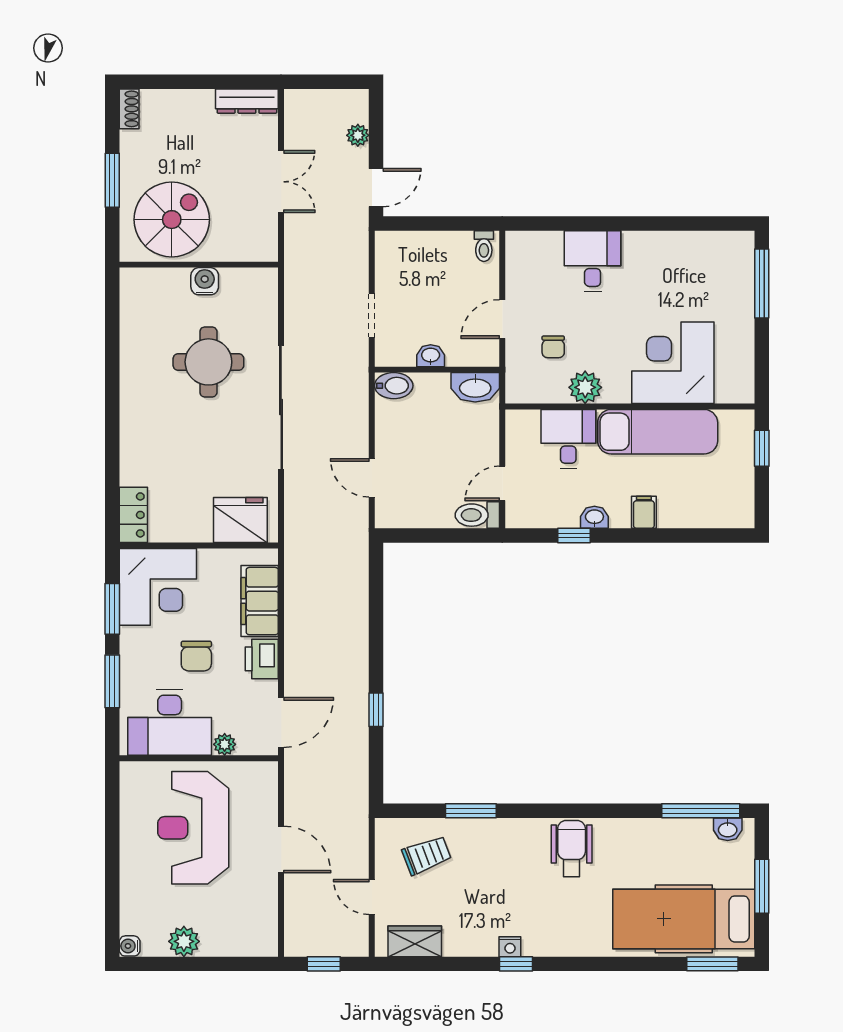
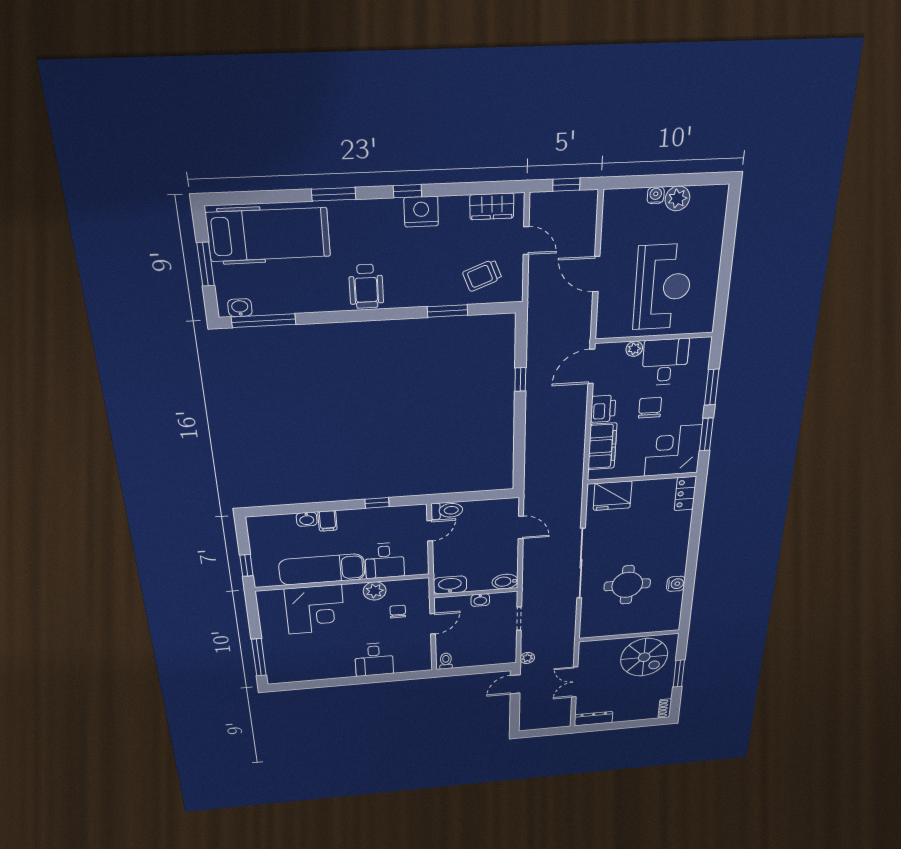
plant: (358, 135) -> (527, 658), moved
spiral stairs: (172, 220) -> (644, 657), turned -90
water cooler: (205, 281) -> (676, 584), moved, turned -90
washbasin: (594, 517) -> (307, 519), moved
desk: (170, 723) -> (665, 362), width x0.73
water cooler: (130, 946) -> (656, 195), moved, turned -90
nightstand: (510, 947) -> (421, 212), width x1.89, depth x1.79
window: (712, 964) -> (334, 194), moved

